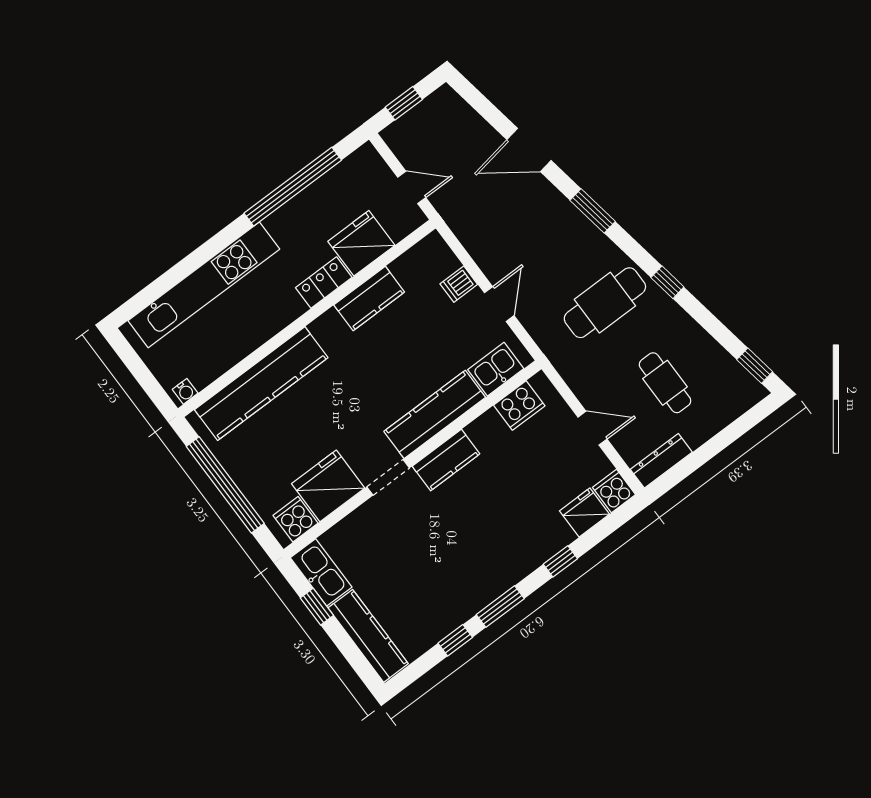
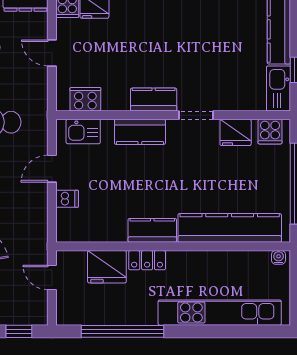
kitchen counter: (369, 298) -> (152, 230), moved
kitchen counter: (435, 414) -> (140, 132), width x0.67
fridge: (328, 486) -> (236, 132), width x0.73, depth x0.75

